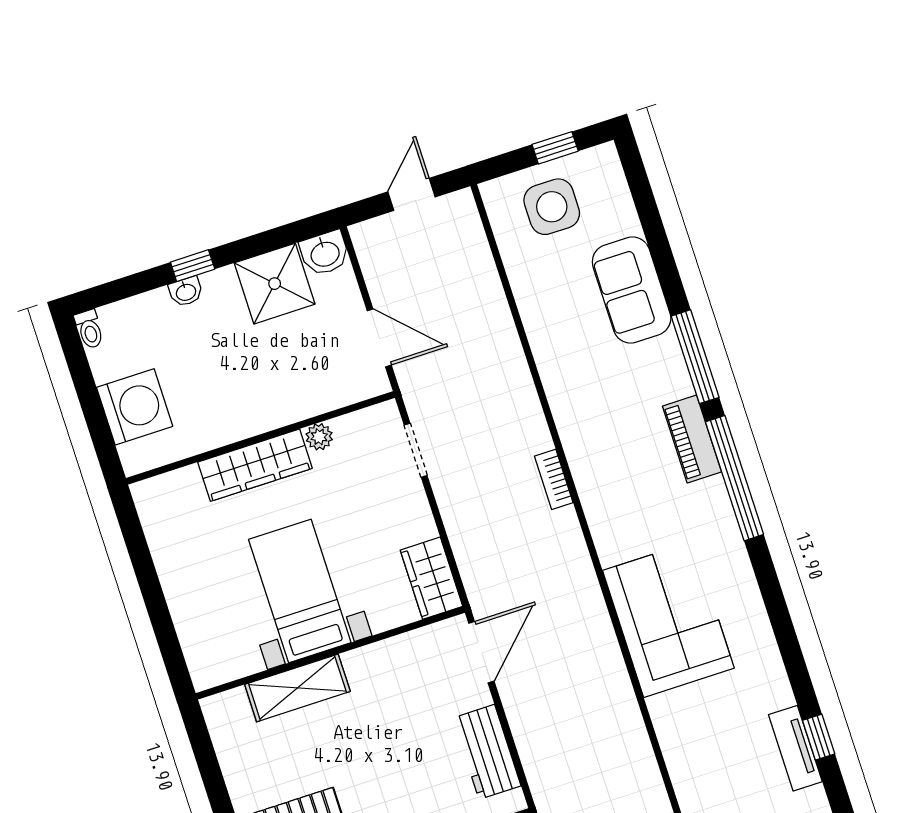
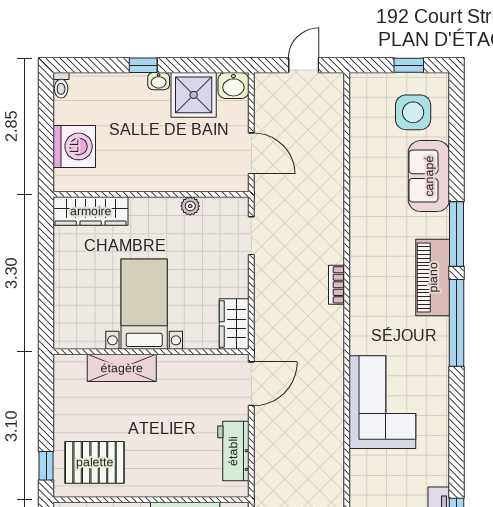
side table: (552, 207) -> (413, 112), moved
washbasin: (186, 292) -> (159, 81), moved
piano: (692, 439) -> (433, 277), width x1.37, depth x1.33
wardrobe: (255, 465) -> (91, 211), moved

